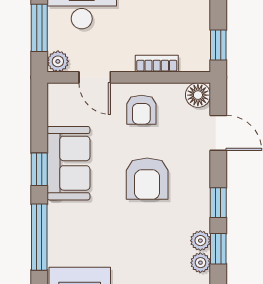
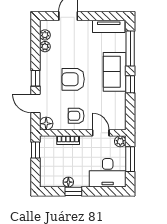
armchair: (141, 110) -> (76, 116), turned -90
sofa: (68, 163) -> (115, 72), moved
armchair: (147, 179) -> (73, 79), turned -90
window: (218, 203) -> (35, 78), moved
window: (218, 249) -> (35, 42), removed

